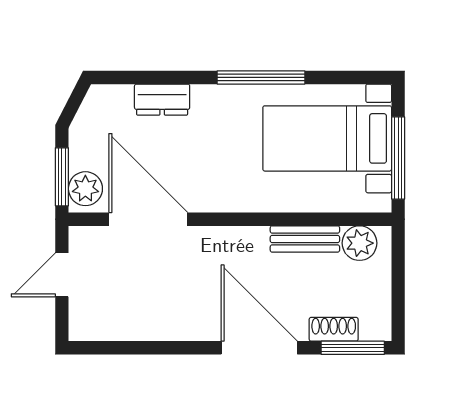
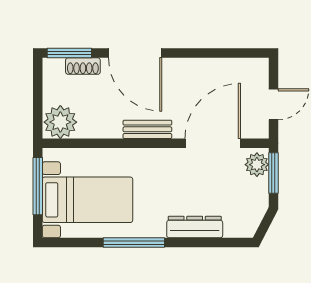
dresser: (162, 100) -> (195, 227), width x1.44
door: (148, 219) -> (213, 143), swing flipped
bench: (305, 239) -> (147, 129), moved
plant: (360, 243) -> (60, 122), width x1.36, depth x1.36

